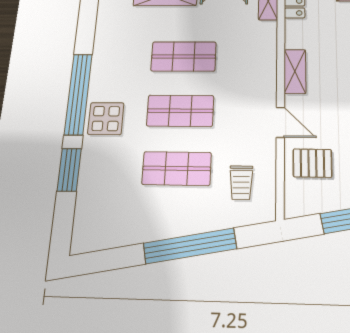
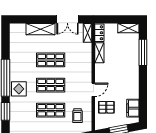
shelving: (295, 71) -> (99, 53), moved
door: (280, 122) -> (93, 90), hinge flipped

